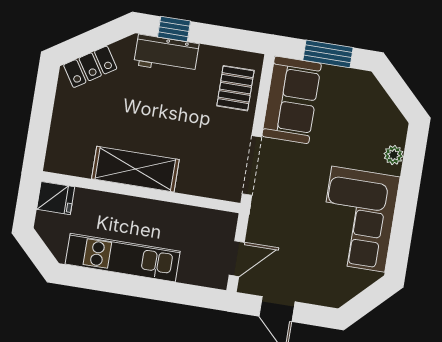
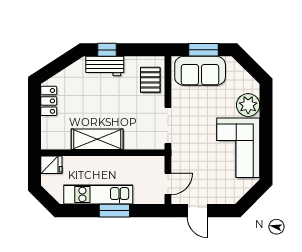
locker: (90, 67) -> (49, 101), moved, turned -57
sofa: (292, 100) -> (200, 71), moved, turned 90
plant: (394, 155) -> (248, 105), width x1.87, depth x1.87
window: (144, 288) -> (114, 211), added

